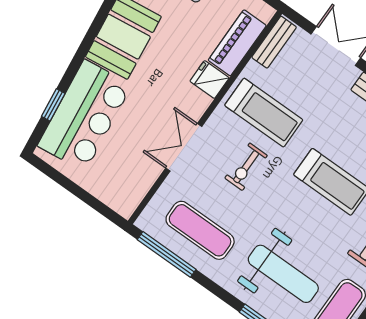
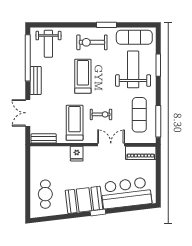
piano: (237, 43) -> (141, 153), moved
window: (53, 105) -> (98, 212), moved
double door: (184, 147) -> (111, 145), swing flipped

